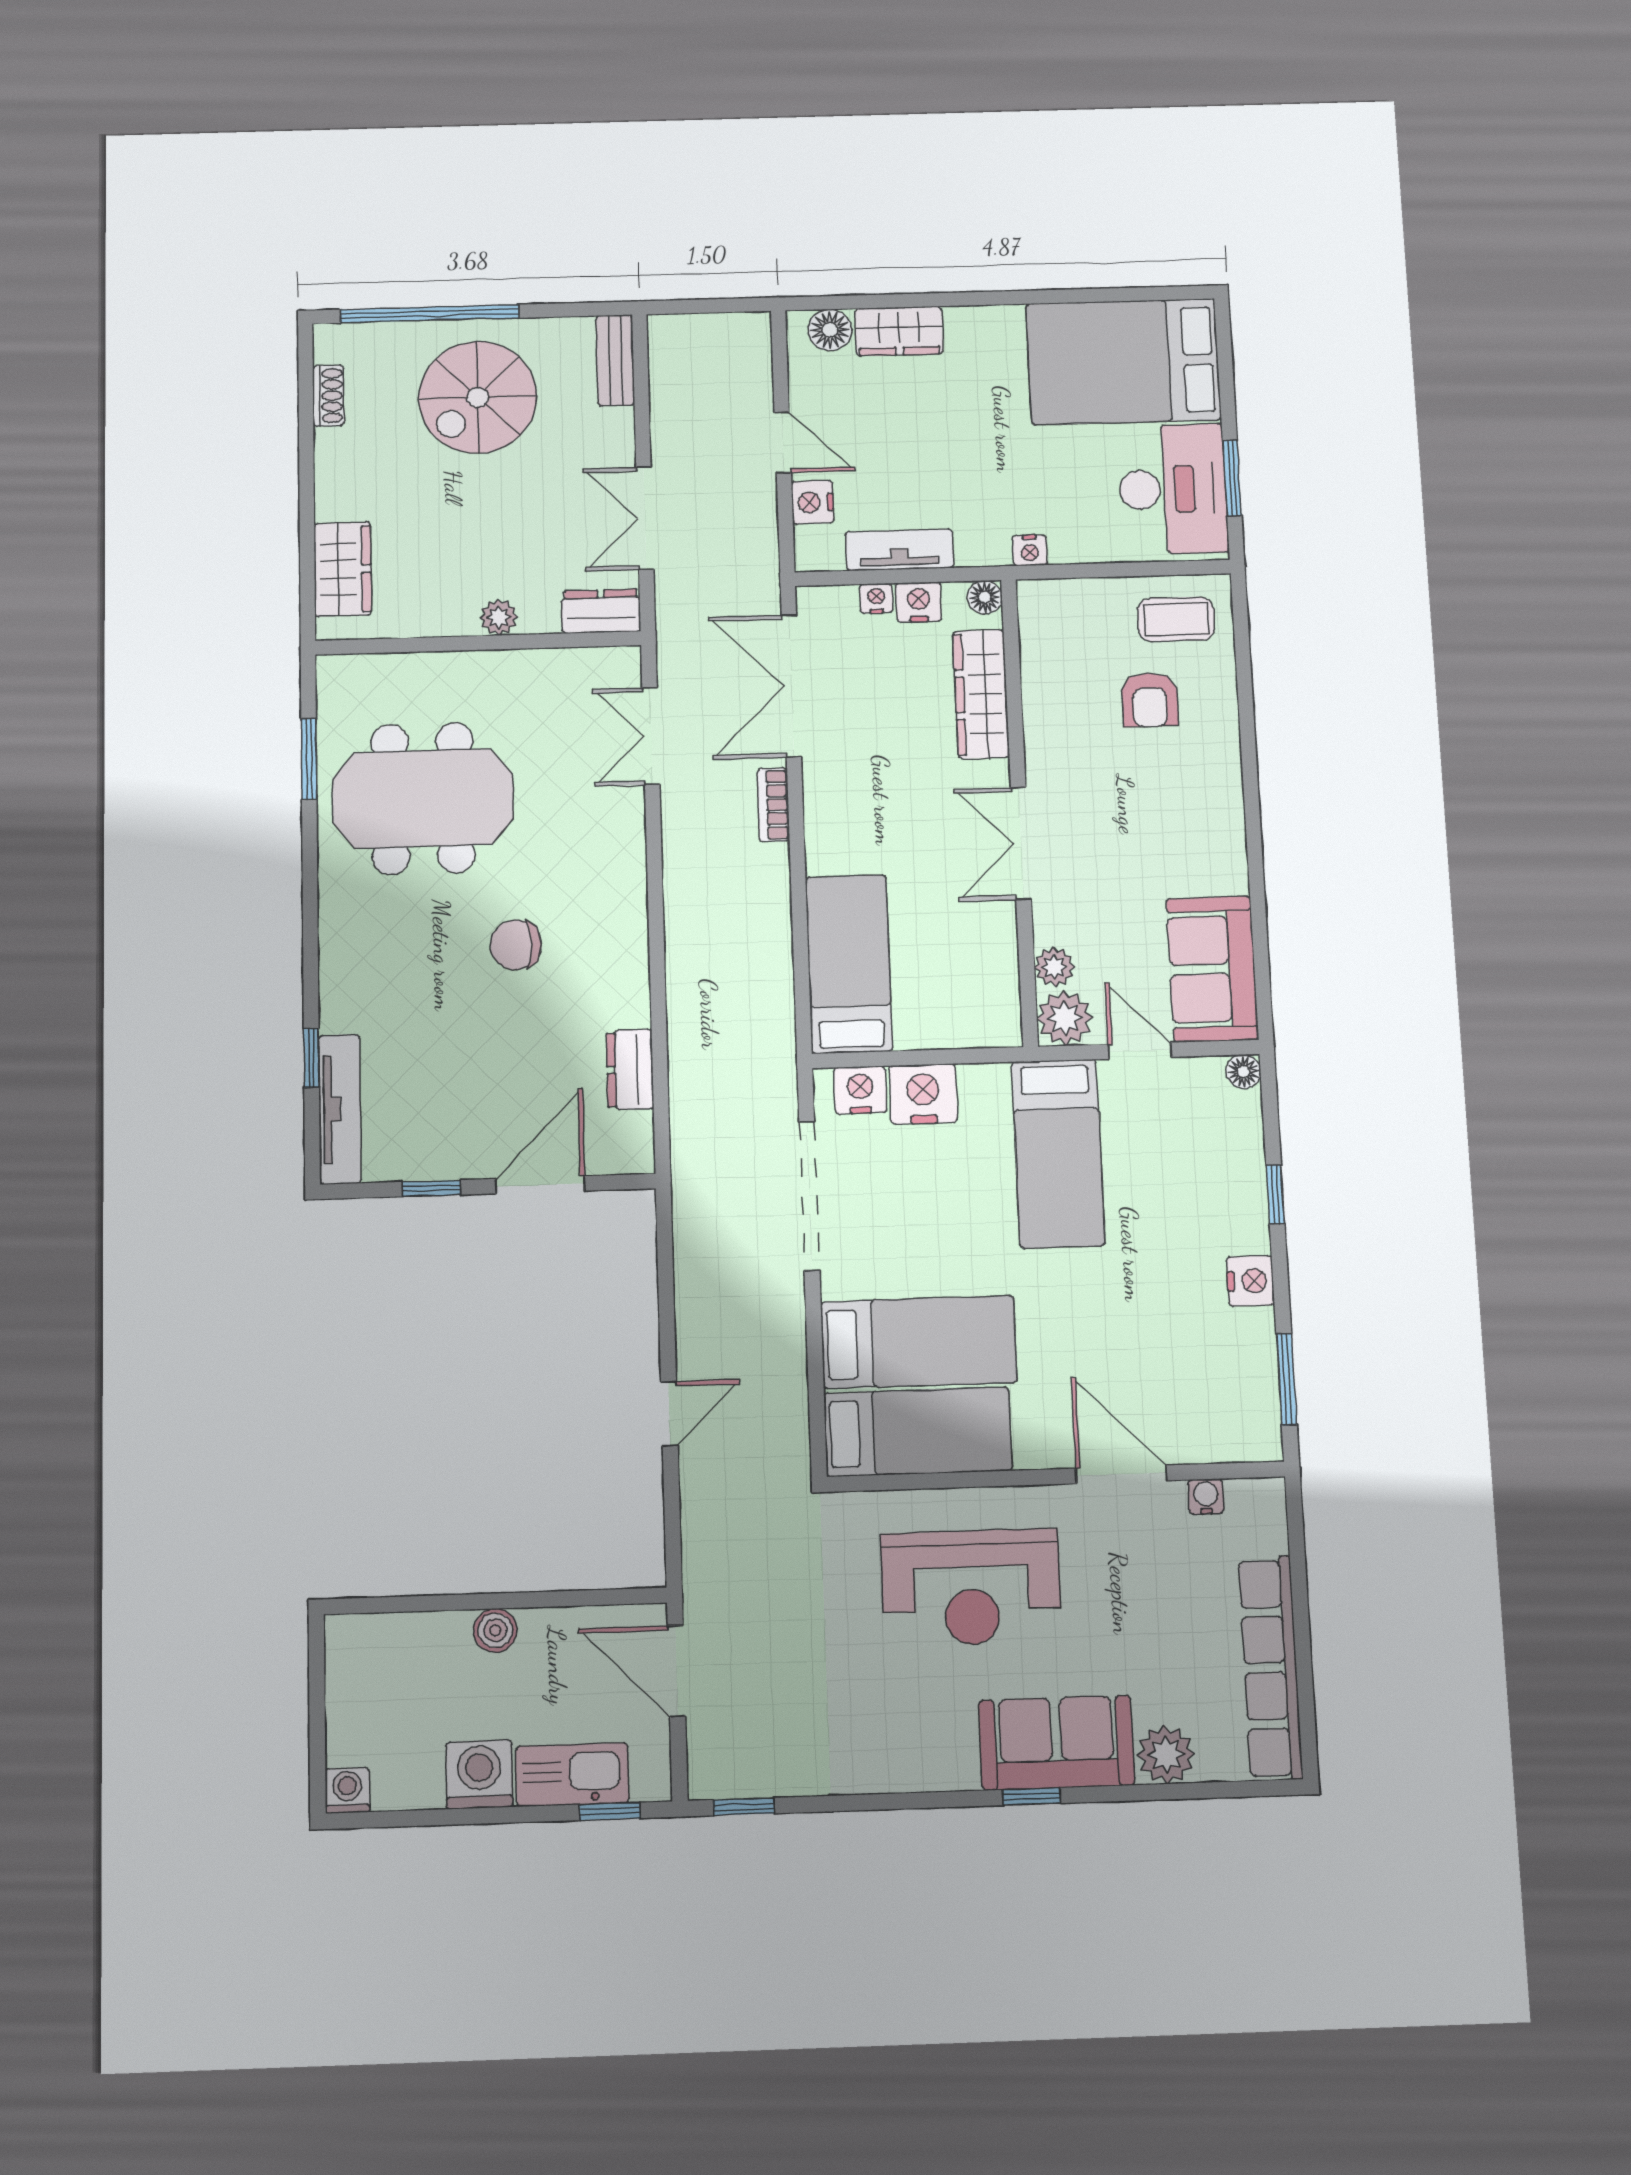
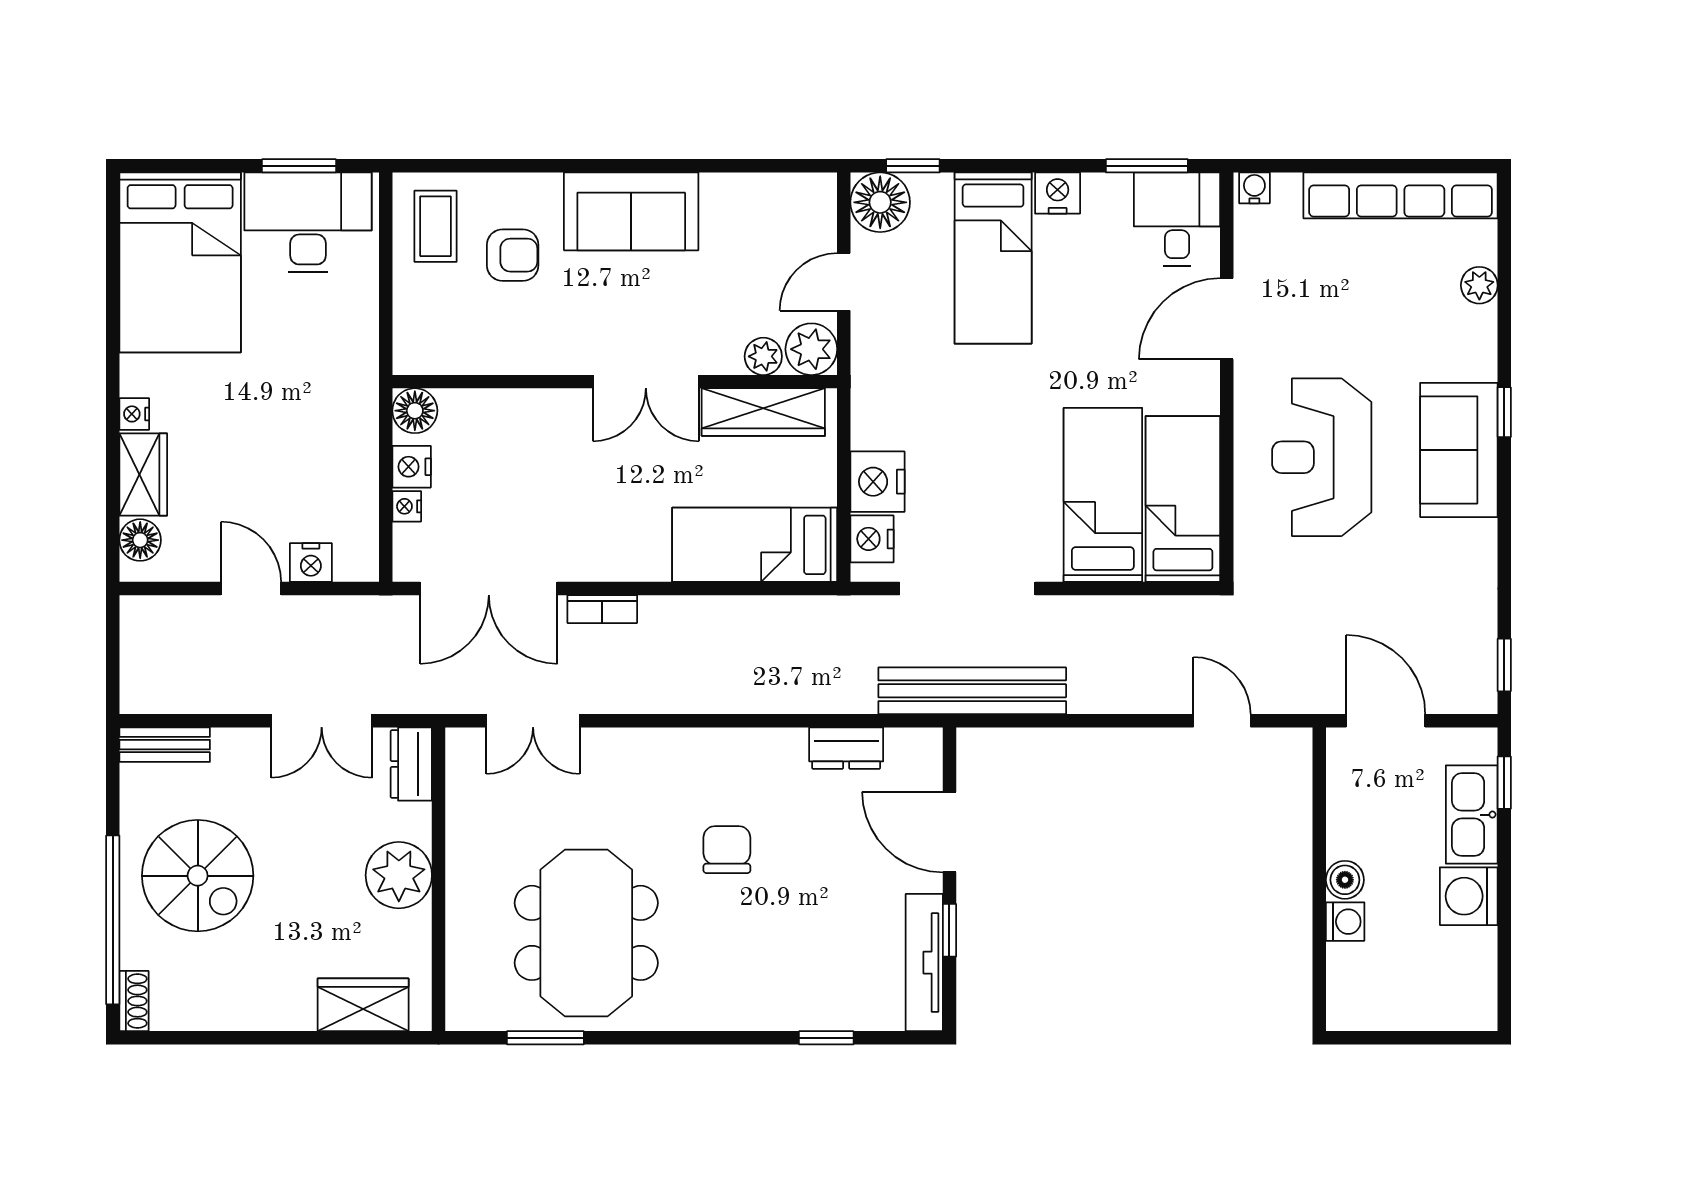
shoe rack: (328, 396) -> (134, 1001), moved, turned 90
door: (783, 442) -> (251, 589), hinge flipped
tv unit: (900, 550) -> (360, 483), removed
nightstand: (1030, 550) -> (134, 414), moved, turned 180
floor lamp: (985, 597) -> (415, 411), width x1.37, depth x1.37
plant: (499, 617) -> (399, 875), width x1.88, depth x1.88
wardrobe: (981, 694) -> (763, 412), moved
chair: (516, 945) -> (727, 850), turned 180
sofa: (1212, 969) -> (631, 211), moved
floor lamp: (1243, 1072) -> (880, 202), width x1.89, depth x1.89
tv unit: (340, 1109) -> (924, 963), moved, turned -90
bed: (1058, 1153) -> (993, 258), moved, turned 90
window: (1275, 1195) -> (913, 166), moved
bench: (697, 1205) -> (972, 691), added
door: (669, 1414) -> (1222, 721), moved
desk: (1229, 1415) -> (1177, 219), added
water cooler: (1206, 1497) -> (1254, 188), moved, turned 90
reception desk: (971, 1587) -> (1322, 457), turned 180
door: (676, 1671) -> (1386, 721), swing flipped
sofa: (1057, 1743) -> (1459, 450), moved
plant: (1166, 1755) -> (1479, 285), width x0.73, depth x0.73
washing machine: (347, 1790) -> (1345, 922), moved, turned 180

